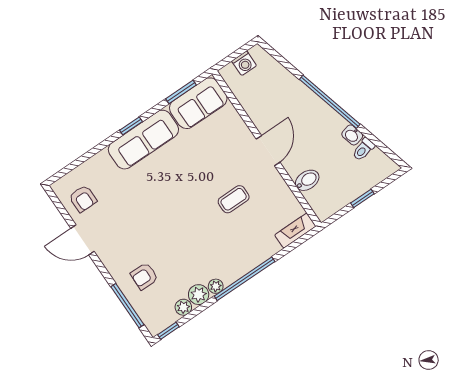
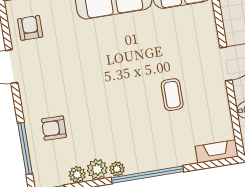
armchair: (83, 199) -> (30, 28), turned 180
coffee table: (234, 199) -> (172, 95), turned 90

